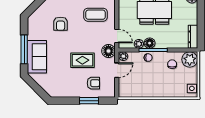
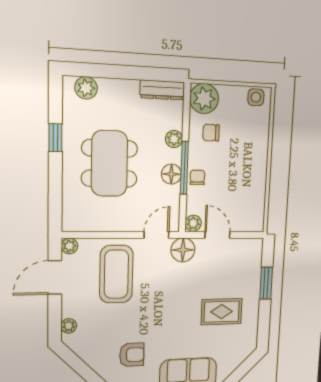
coffee table: (96, 15) -> (116, 274), width x1.36, depth x1.32
armchair: (61, 24) -> (132, 355), moved
plant: (139, 44) -> (174, 139), moved
rug: (82, 60) -> (222, 312), moved, turned 90
armchair: (93, 83) -> (238, 276), removed

